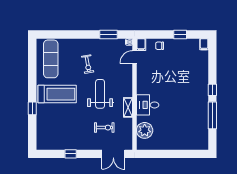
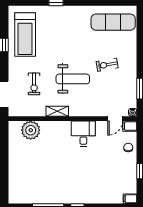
door: (134, 57) -> (115, 119), swing flipped
treadmill: (57, 94) -> (25, 35), moved
desk: (148, 105) -> (83, 134), moved

